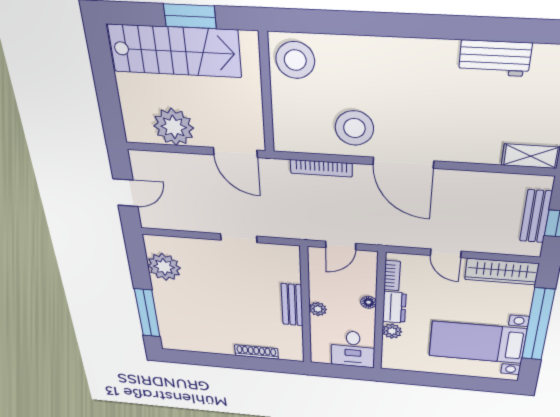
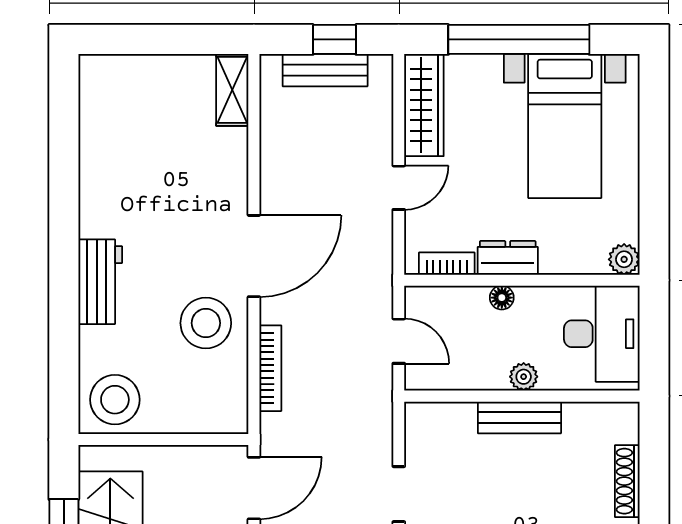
workbench: (495, 58) -> (100, 282), moved
plant: (392, 331) -> (624, 259), moved
desk: (353, 349) -> (602, 334), width x1.37

